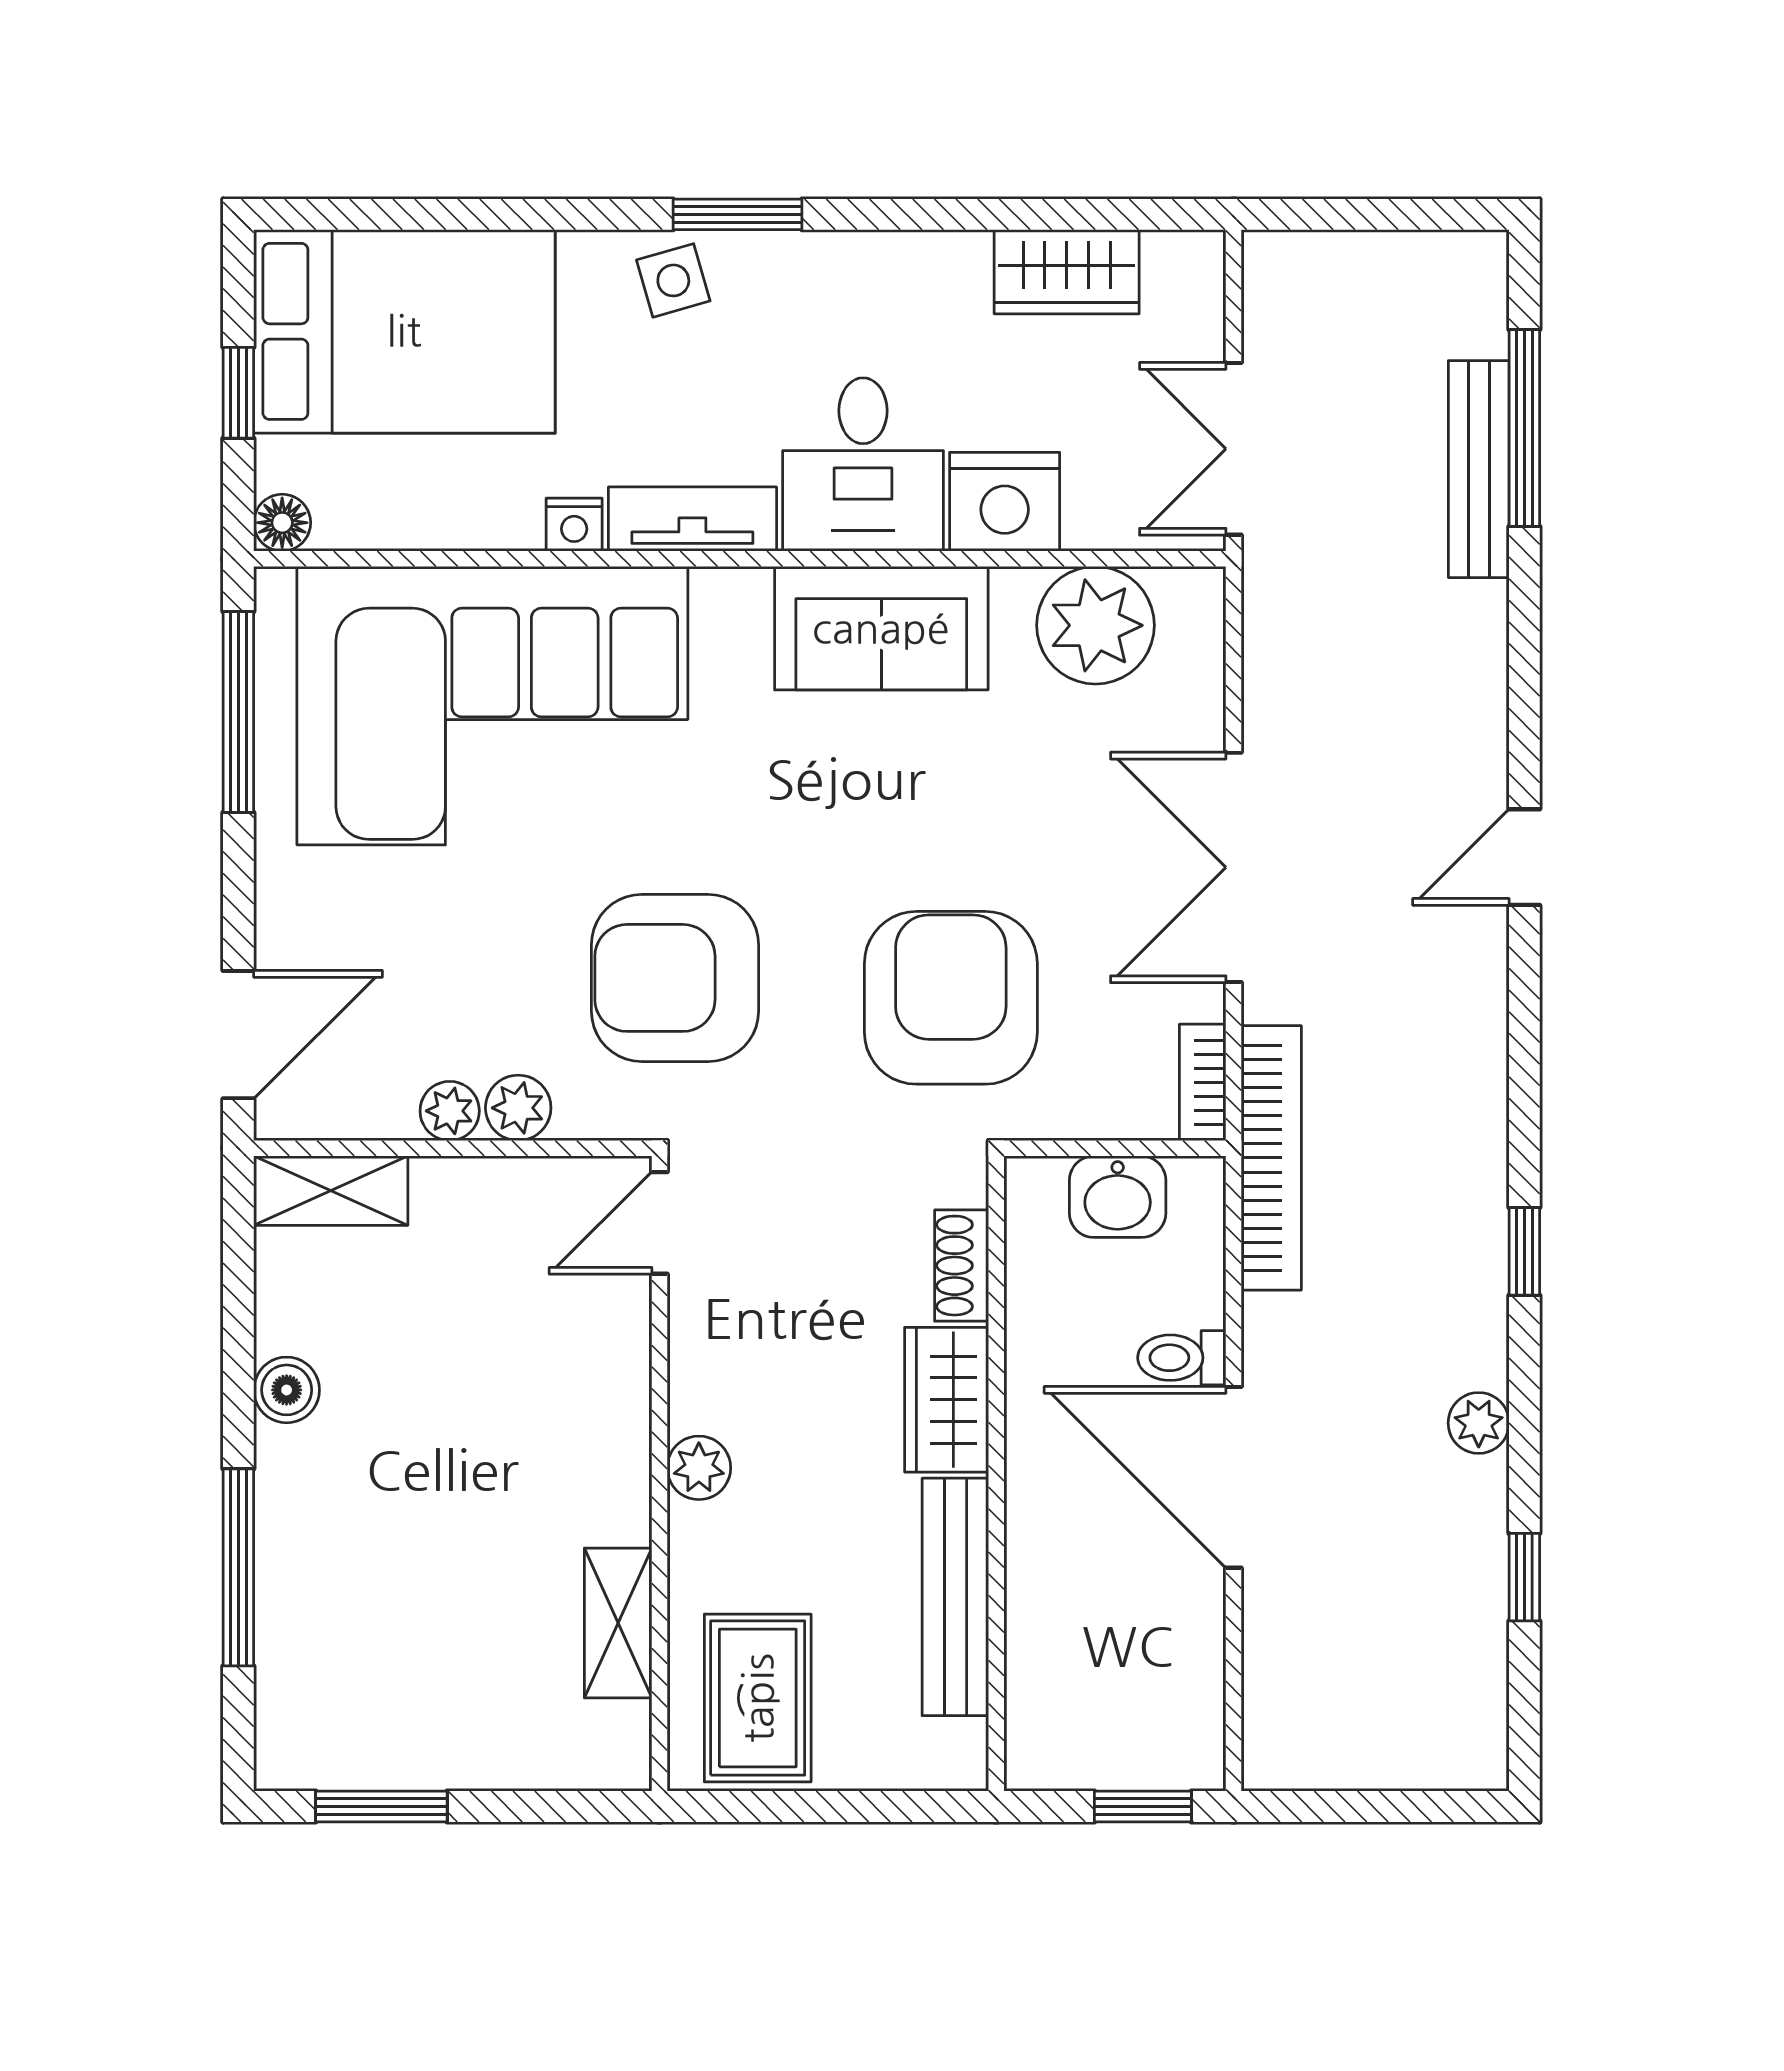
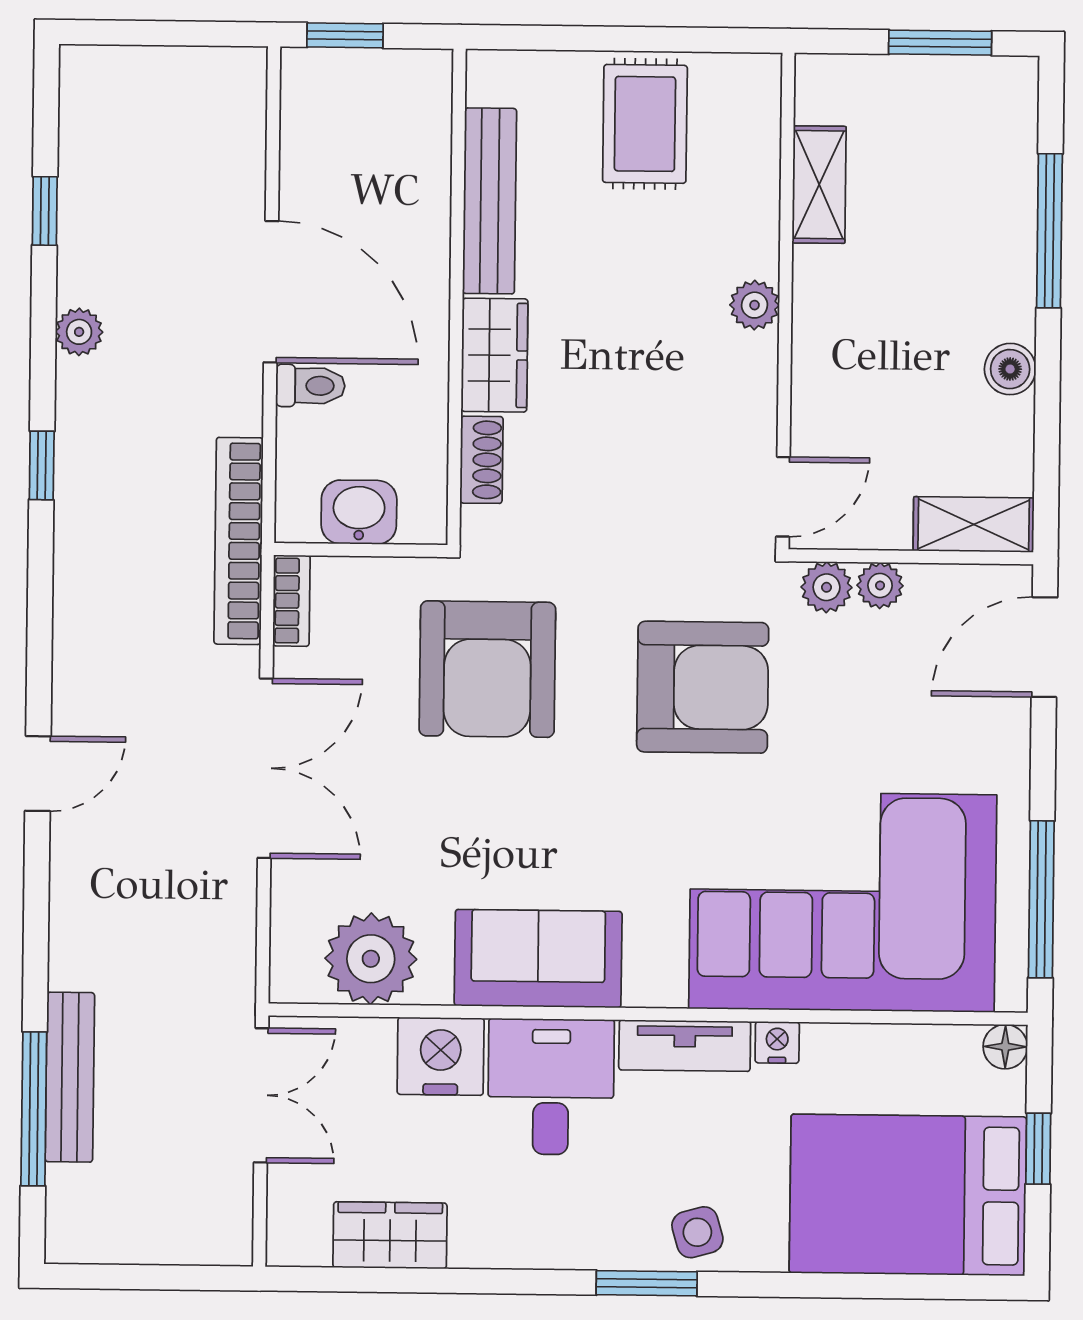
door: (659, 1223) -> (783, 497), moved
plant: (699, 1468) -> (755, 305), moved
wall: (659, 1474) -> (785, 301), moved
shelving: (618, 1623) -> (819, 185), moved

